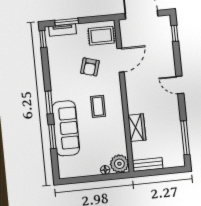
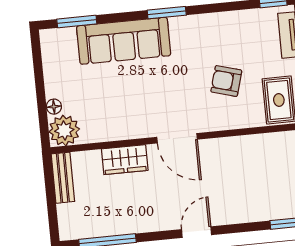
door: (120, 60) -> (177, 138), moved
coffee table: (98, 106) -> (160, 95), removed
window: (52, 137) -> (77, 21), moved

